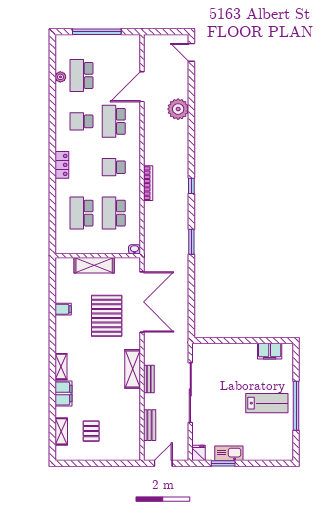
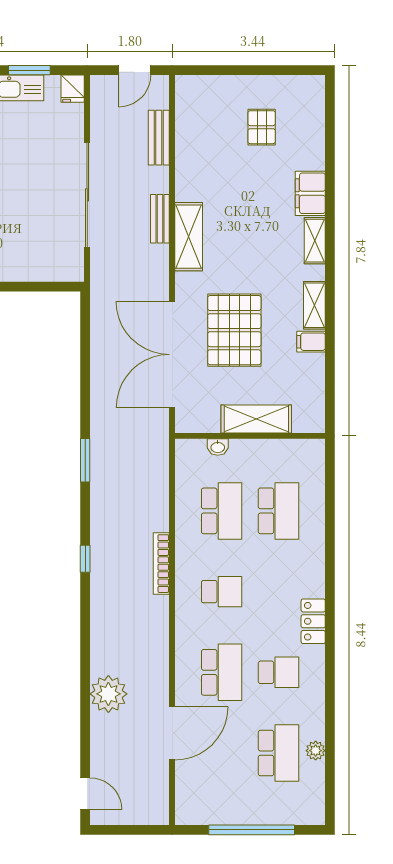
locker: (62, 165) -> (313, 621), moved
washbasin: (135, 249) -> (218, 447), moved
shelving: (61, 431) -> (314, 305), moved

